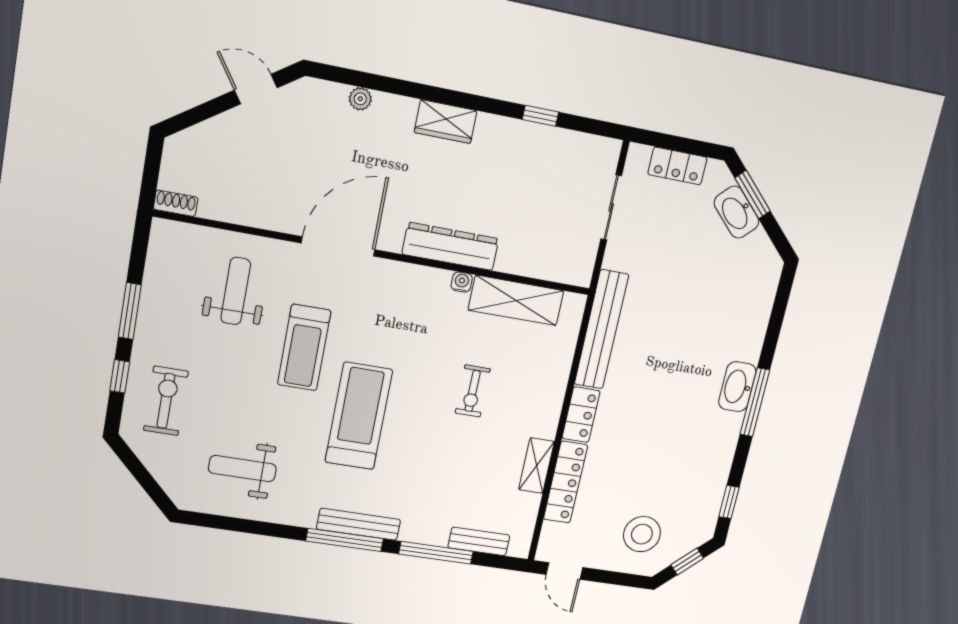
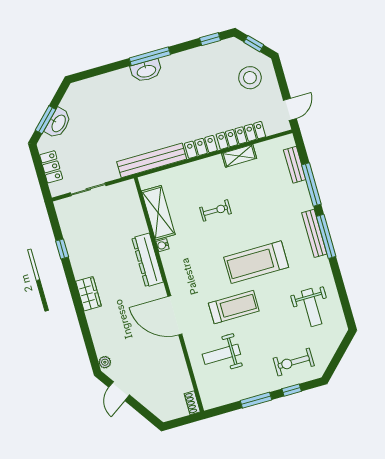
plant: (360, 99) -> (105, 362), moved

